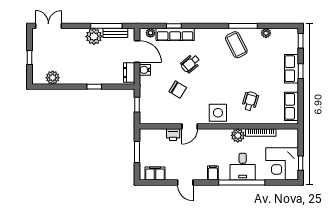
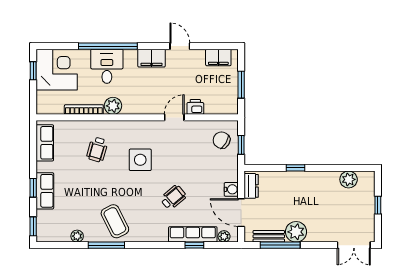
chair: (178, 90) -> (222, 140), moved
side table: (218, 113) -> (140, 160), moved
filing cabinet: (213, 173) -> (152, 58), width x2.00

